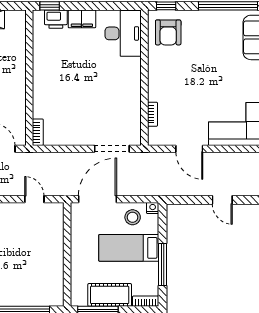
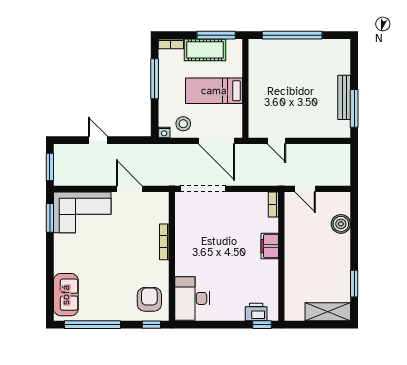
filing cabinet: (82, 19) -> (270, 246), moved, turned -90
bookcase: (152, 114) -> (164, 242), moved, width x1.56
doorway: (112, 149) -> (203, 189), width x1.36
door: (98, 199) -> (216, 141), hinge flipped
bed: (129, 248) -> (214, 91), moved, turned 180

